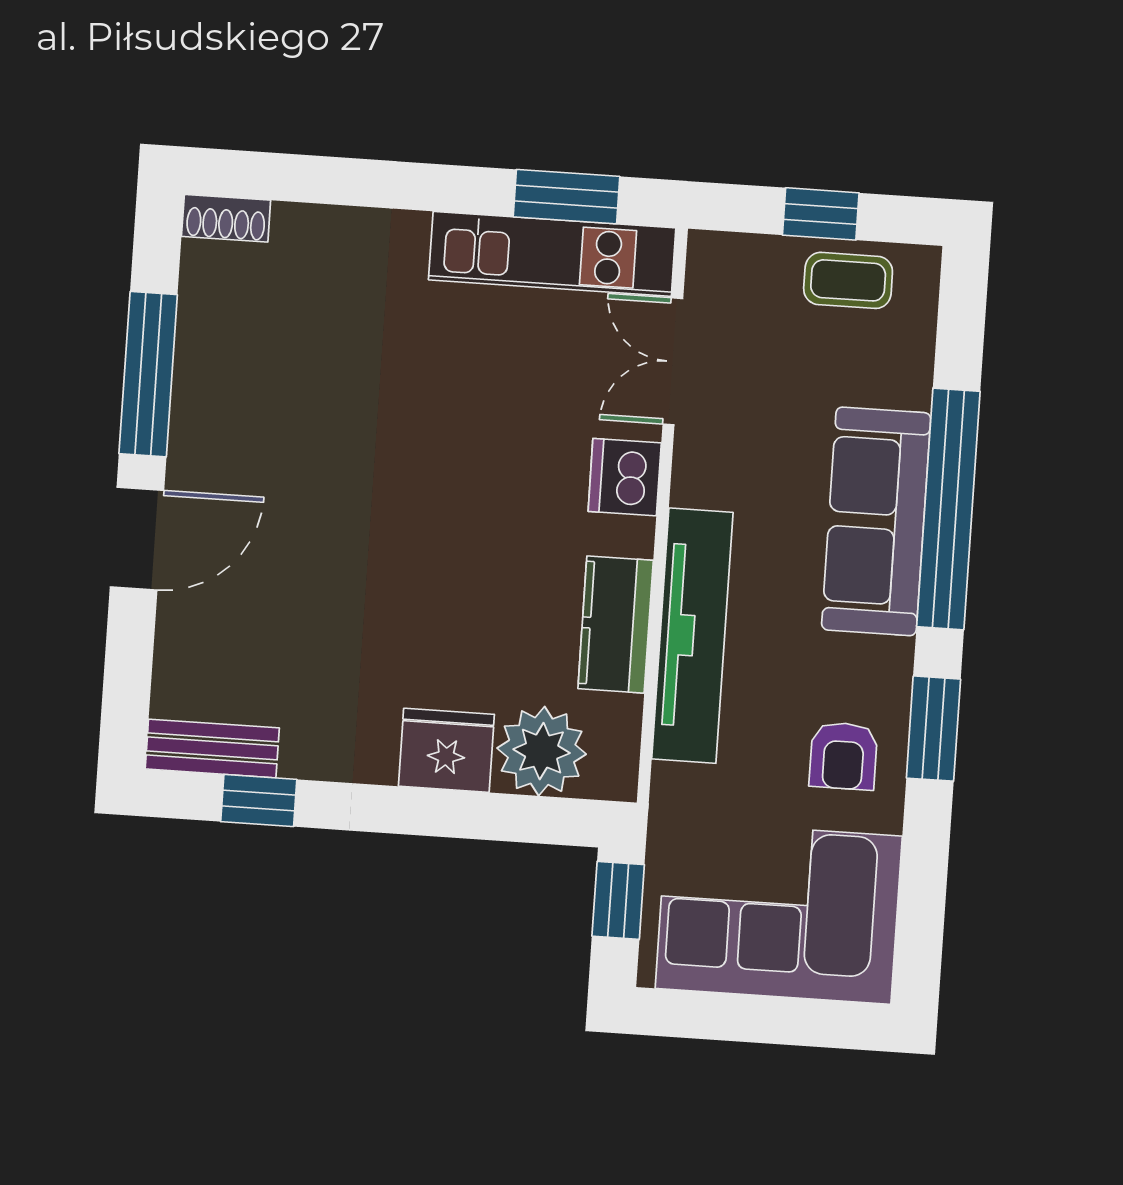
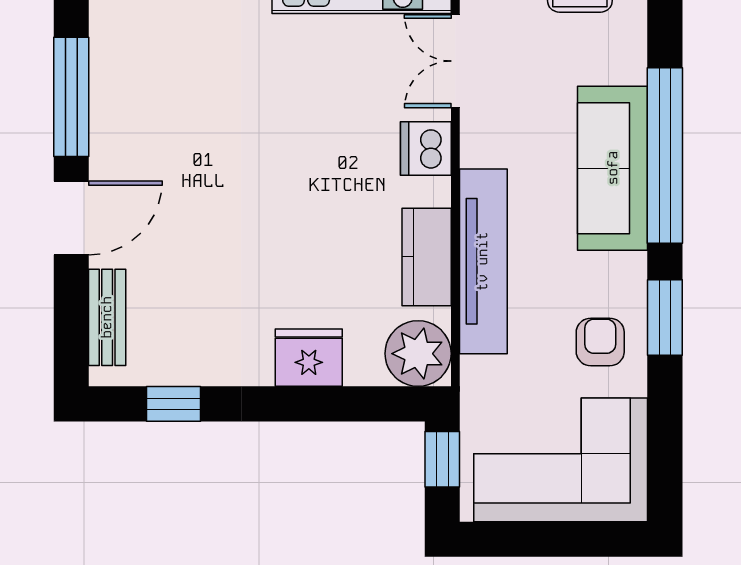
bench: (212, 748) -> (107, 317), moved, turned 90
plant: (542, 751) -> (418, 354), moved
armchair: (843, 756) -> (600, 342), turned 180

